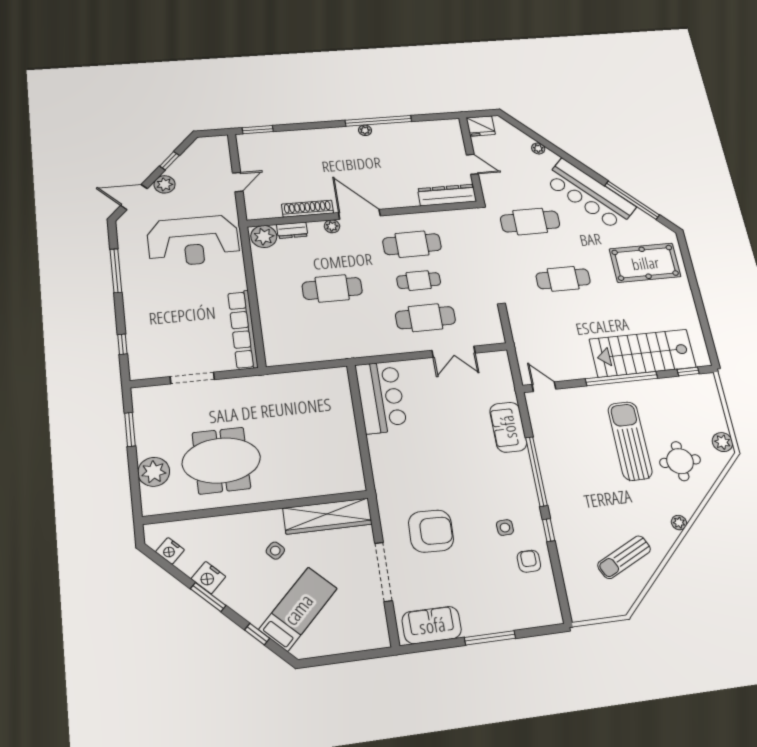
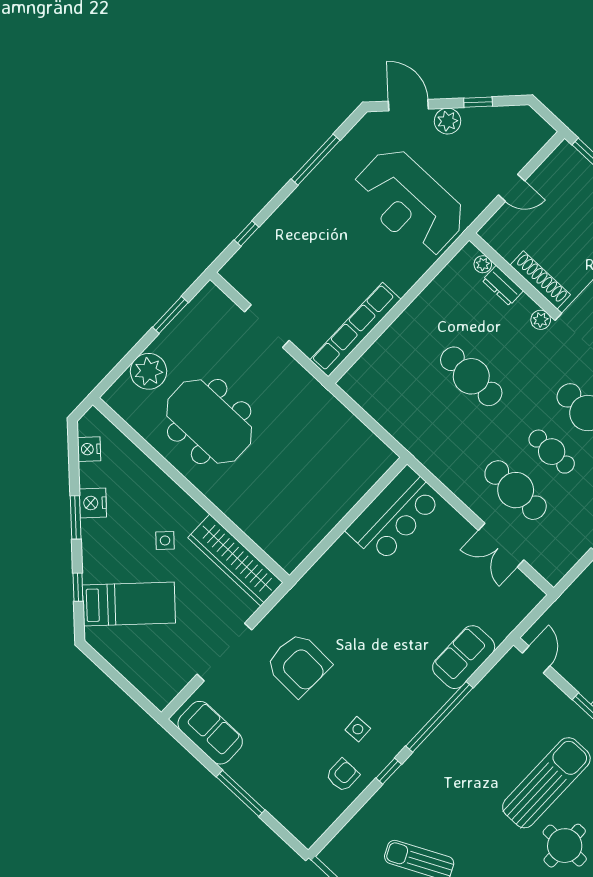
plant: (264, 237) -> (483, 264), width x0.53, depth x0.53

